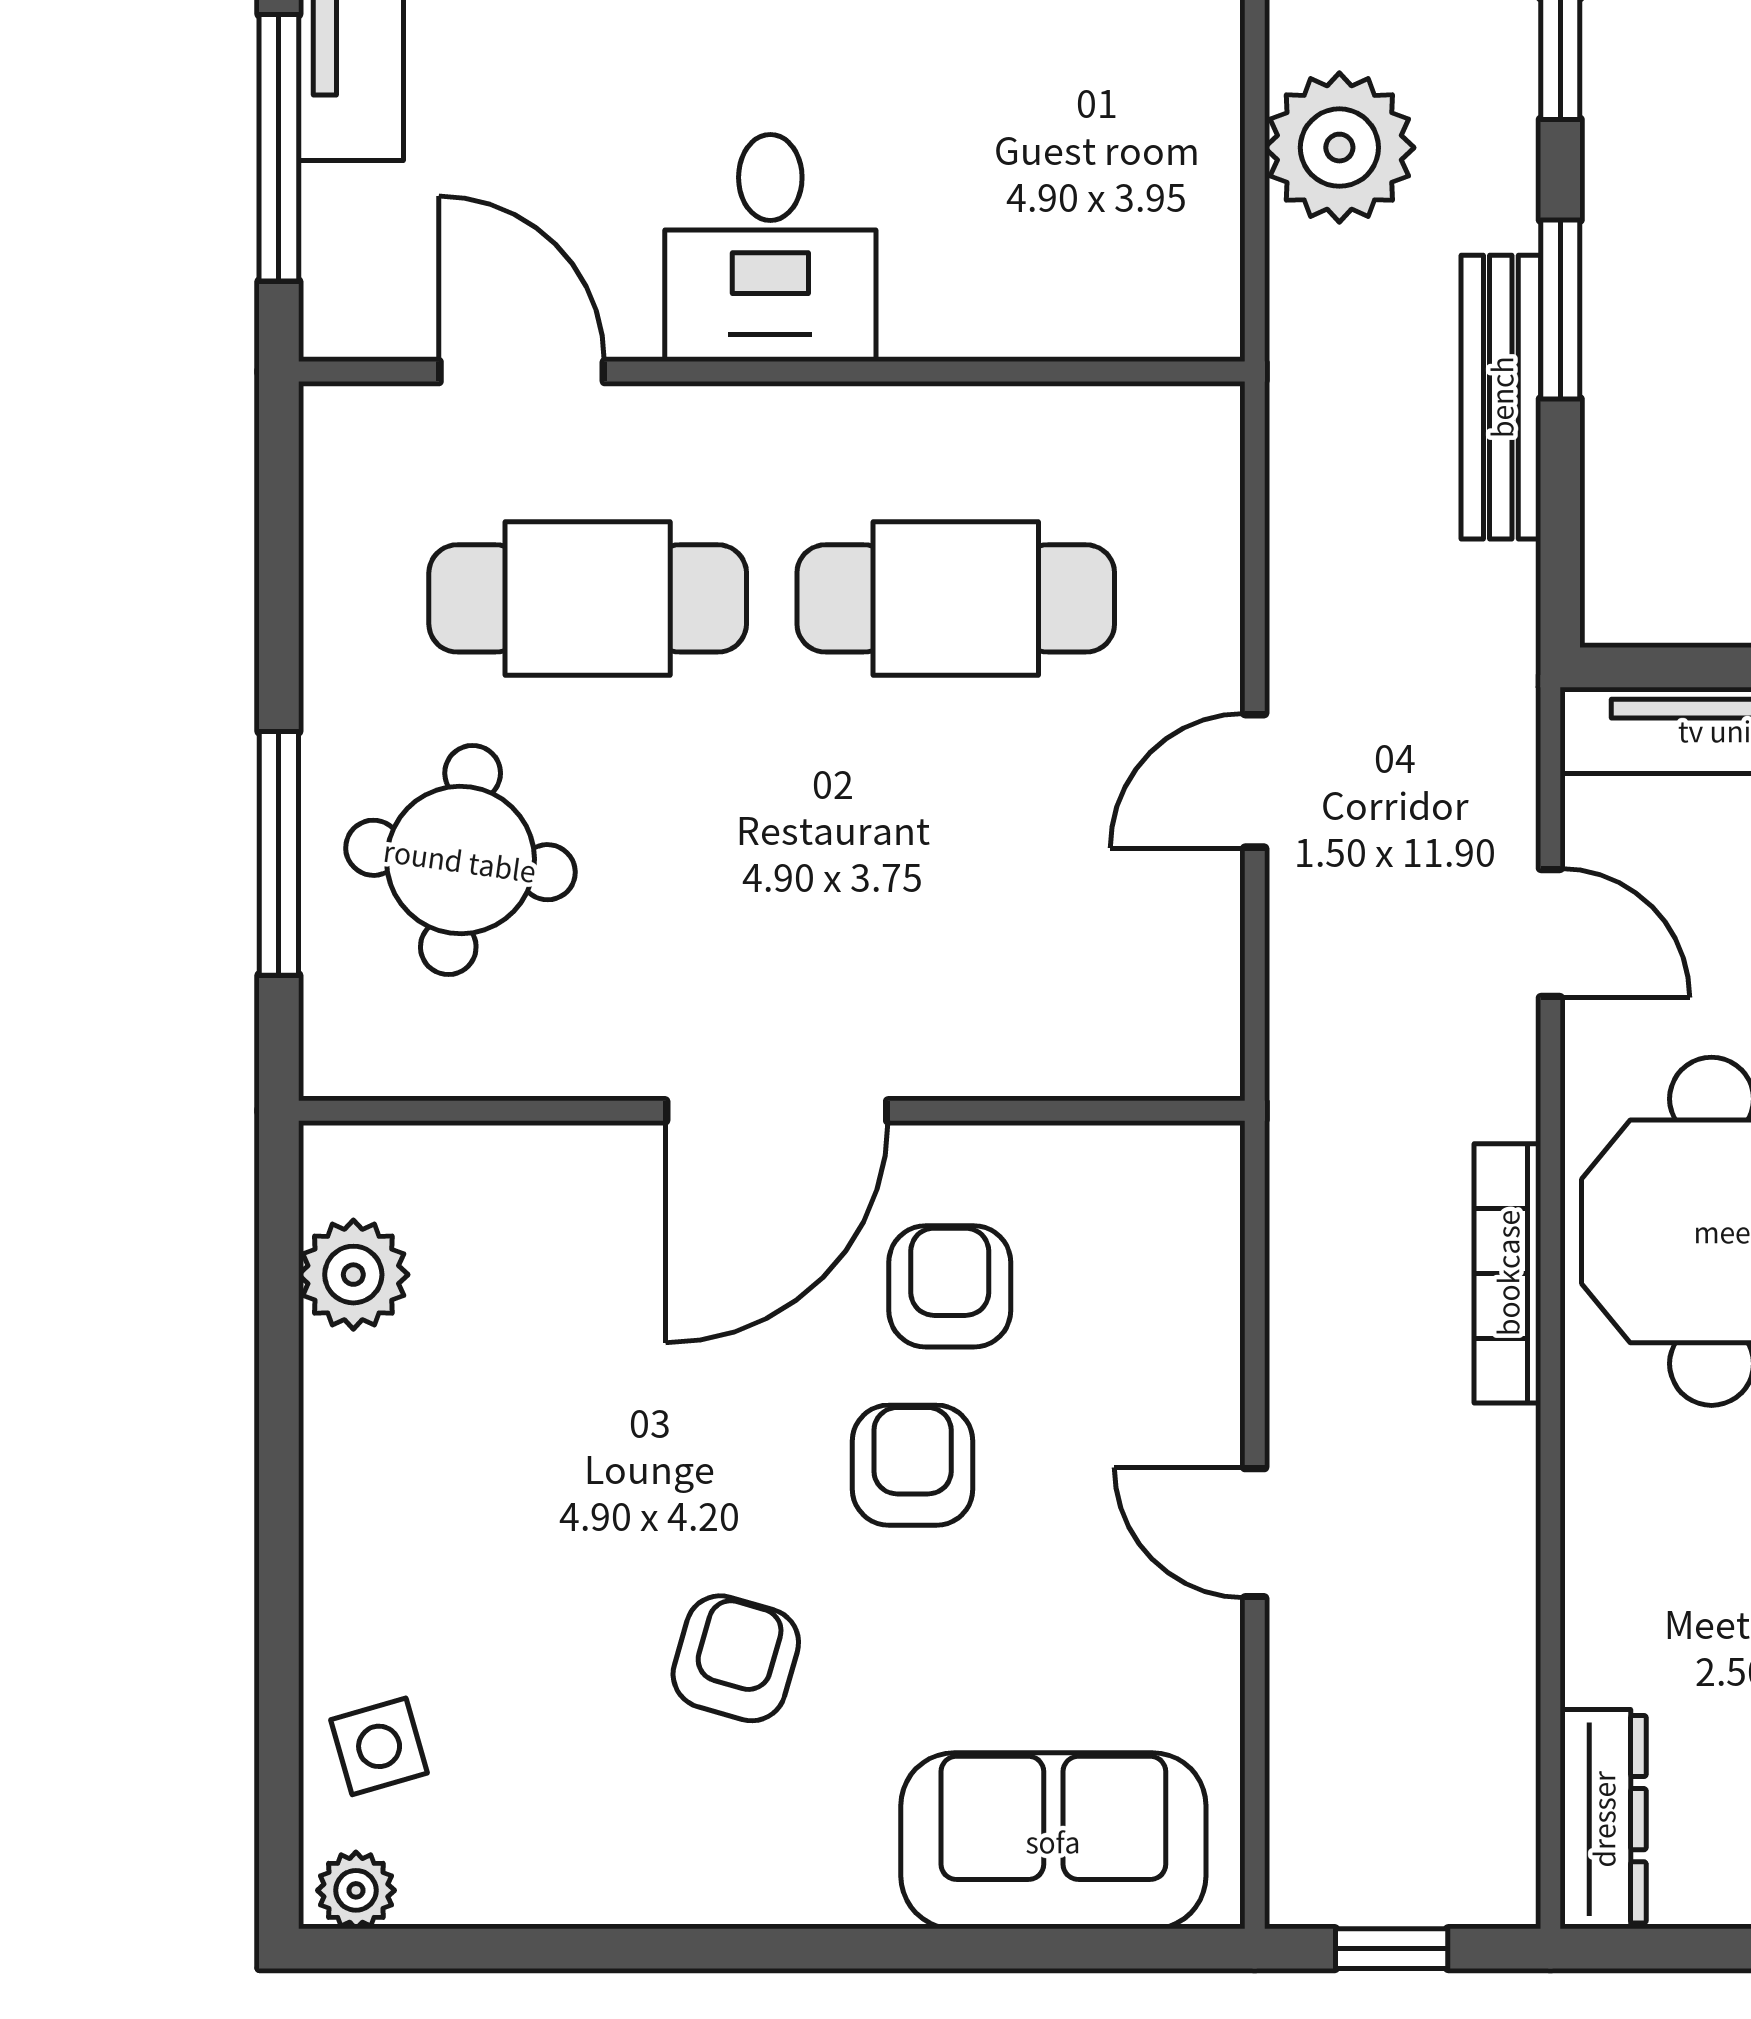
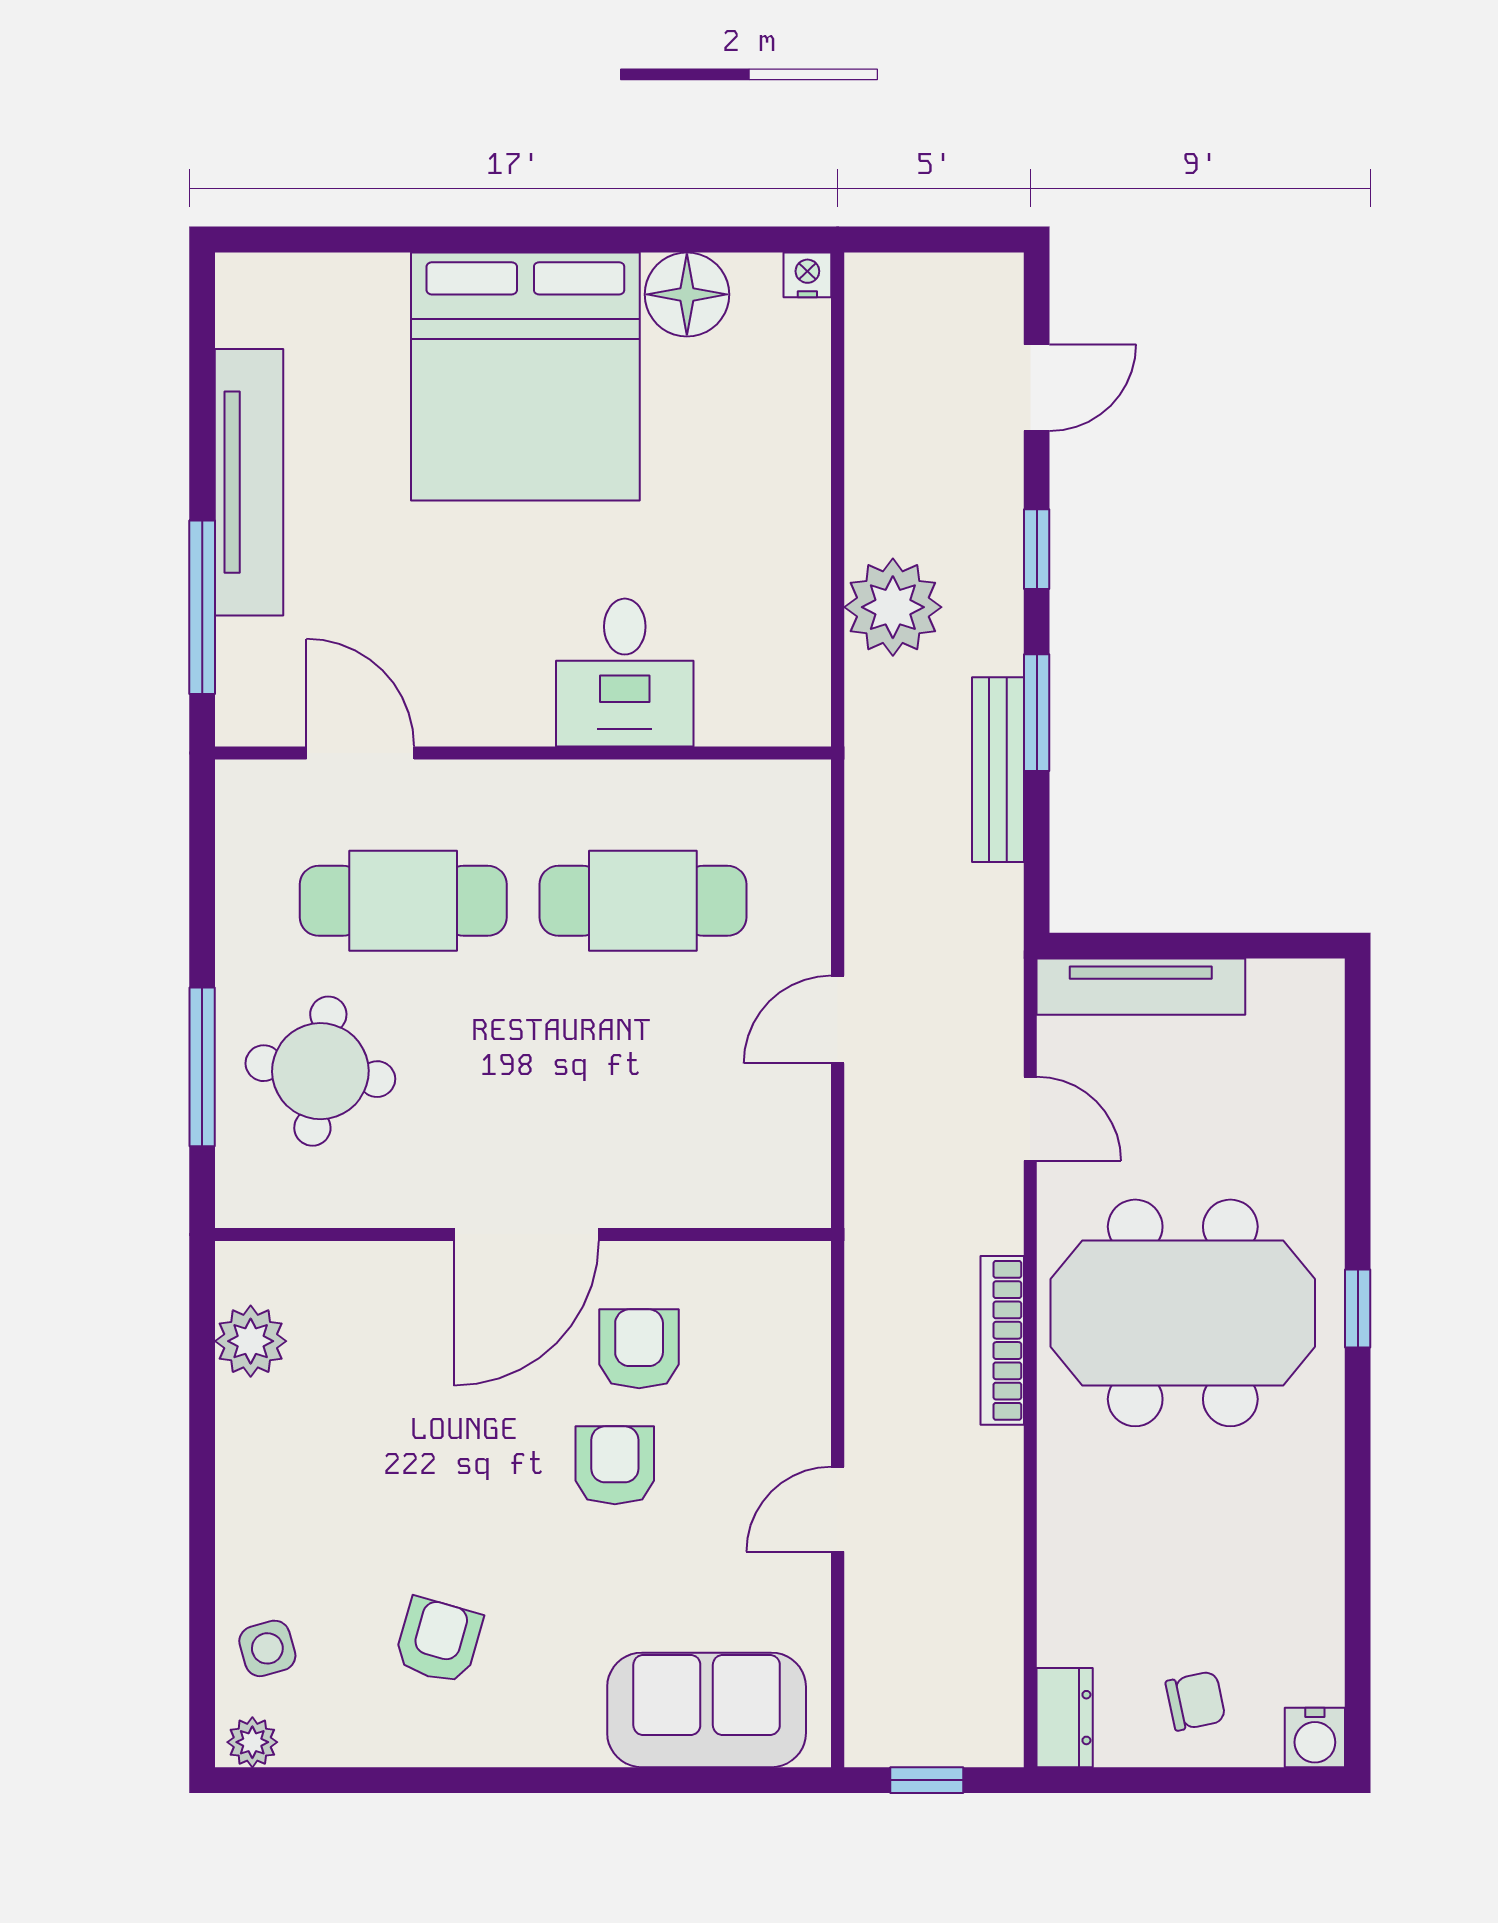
desk: (770, 248) -> (625, 673), moved
door: (1255, 1533) -> (838, 1509), hinge flipped
armchair: (736, 1658) -> (438, 1641), moved
dresser: (1603, 1819) -> (1065, 1718), width x0.70

